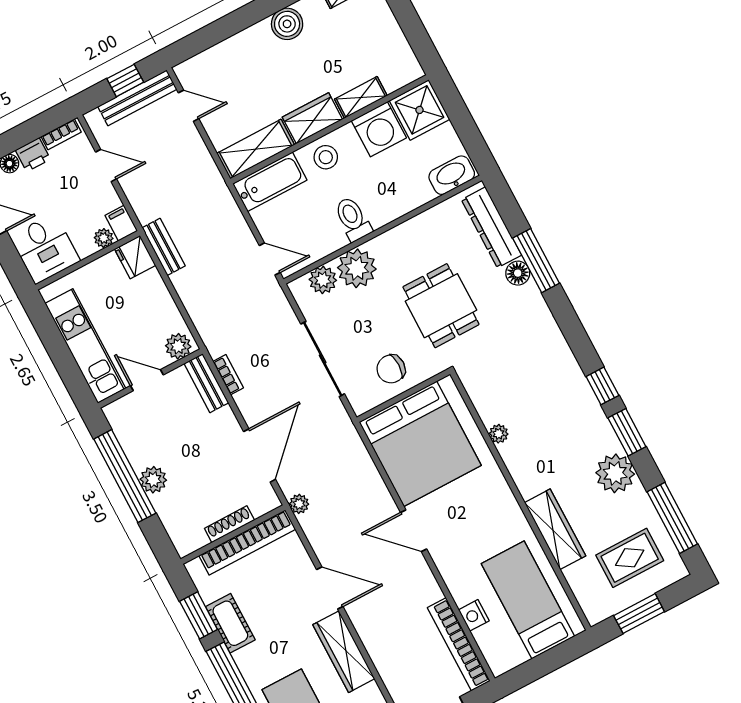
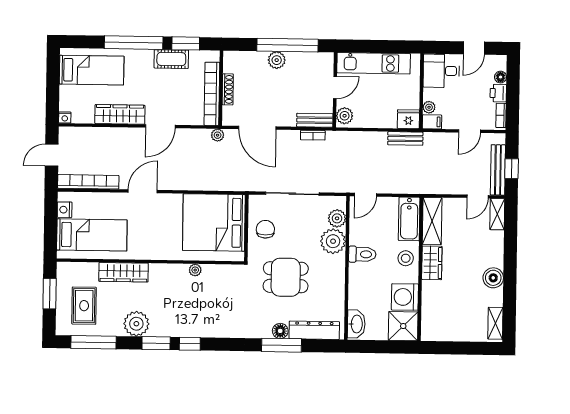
shelving: (361, 97) -> (497, 214), moved
door: (414, 531) -> (143, 191), moved
nightstand: (474, 615) -> (65, 210), moved, turned -90

